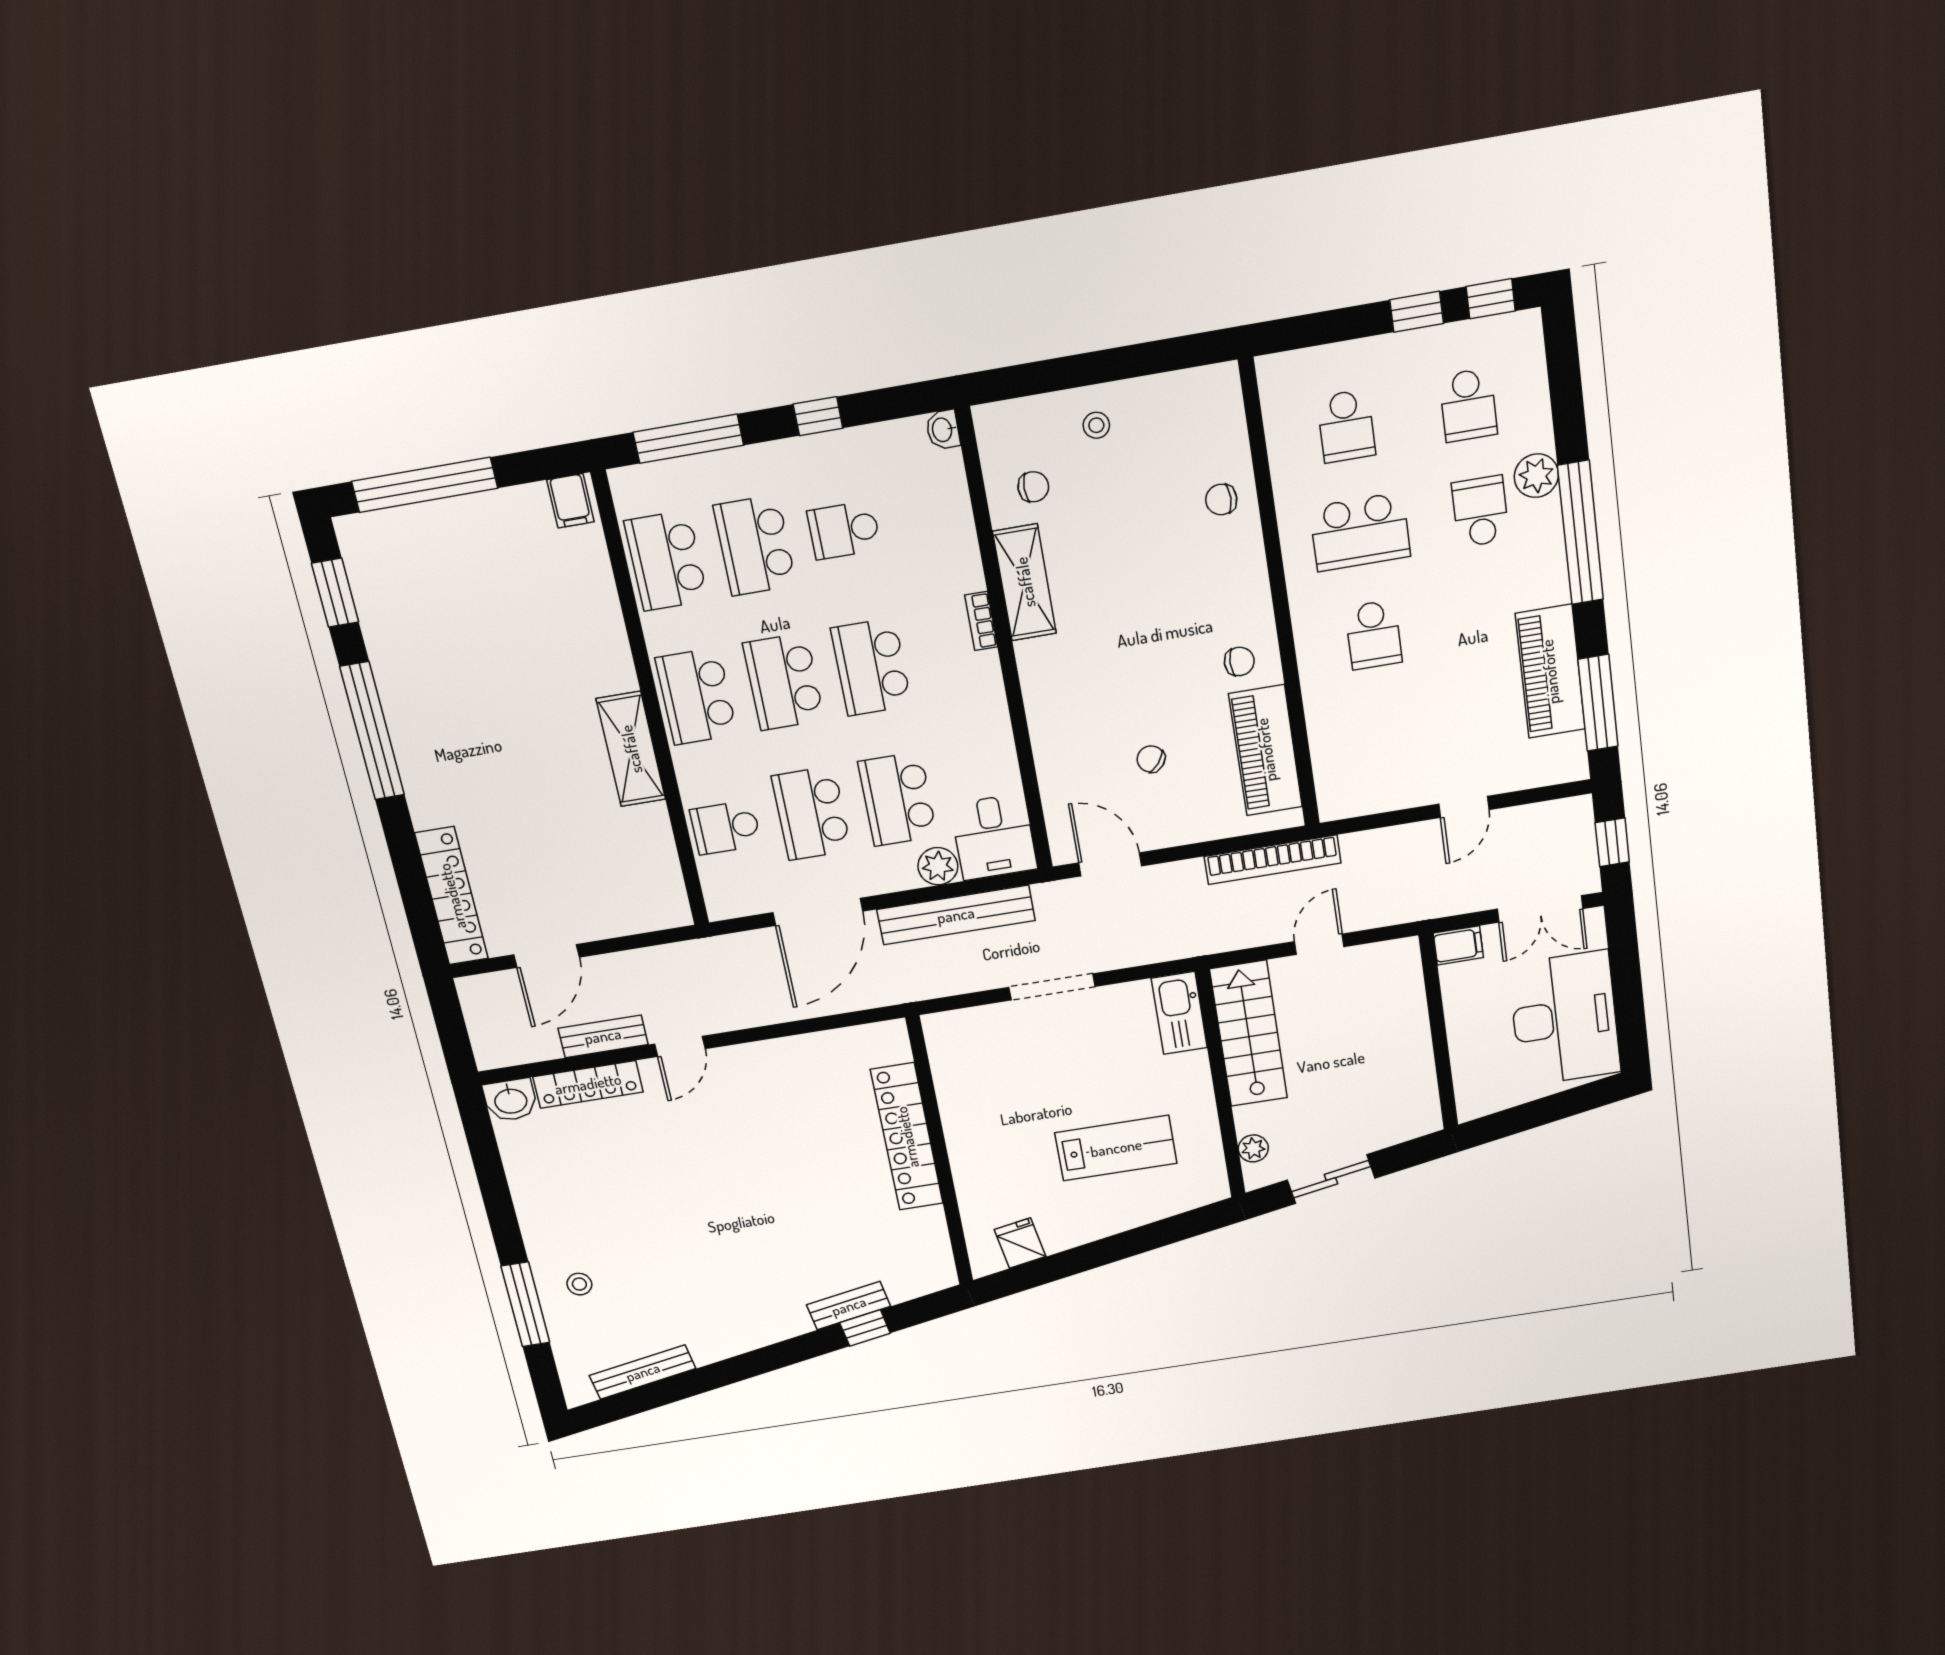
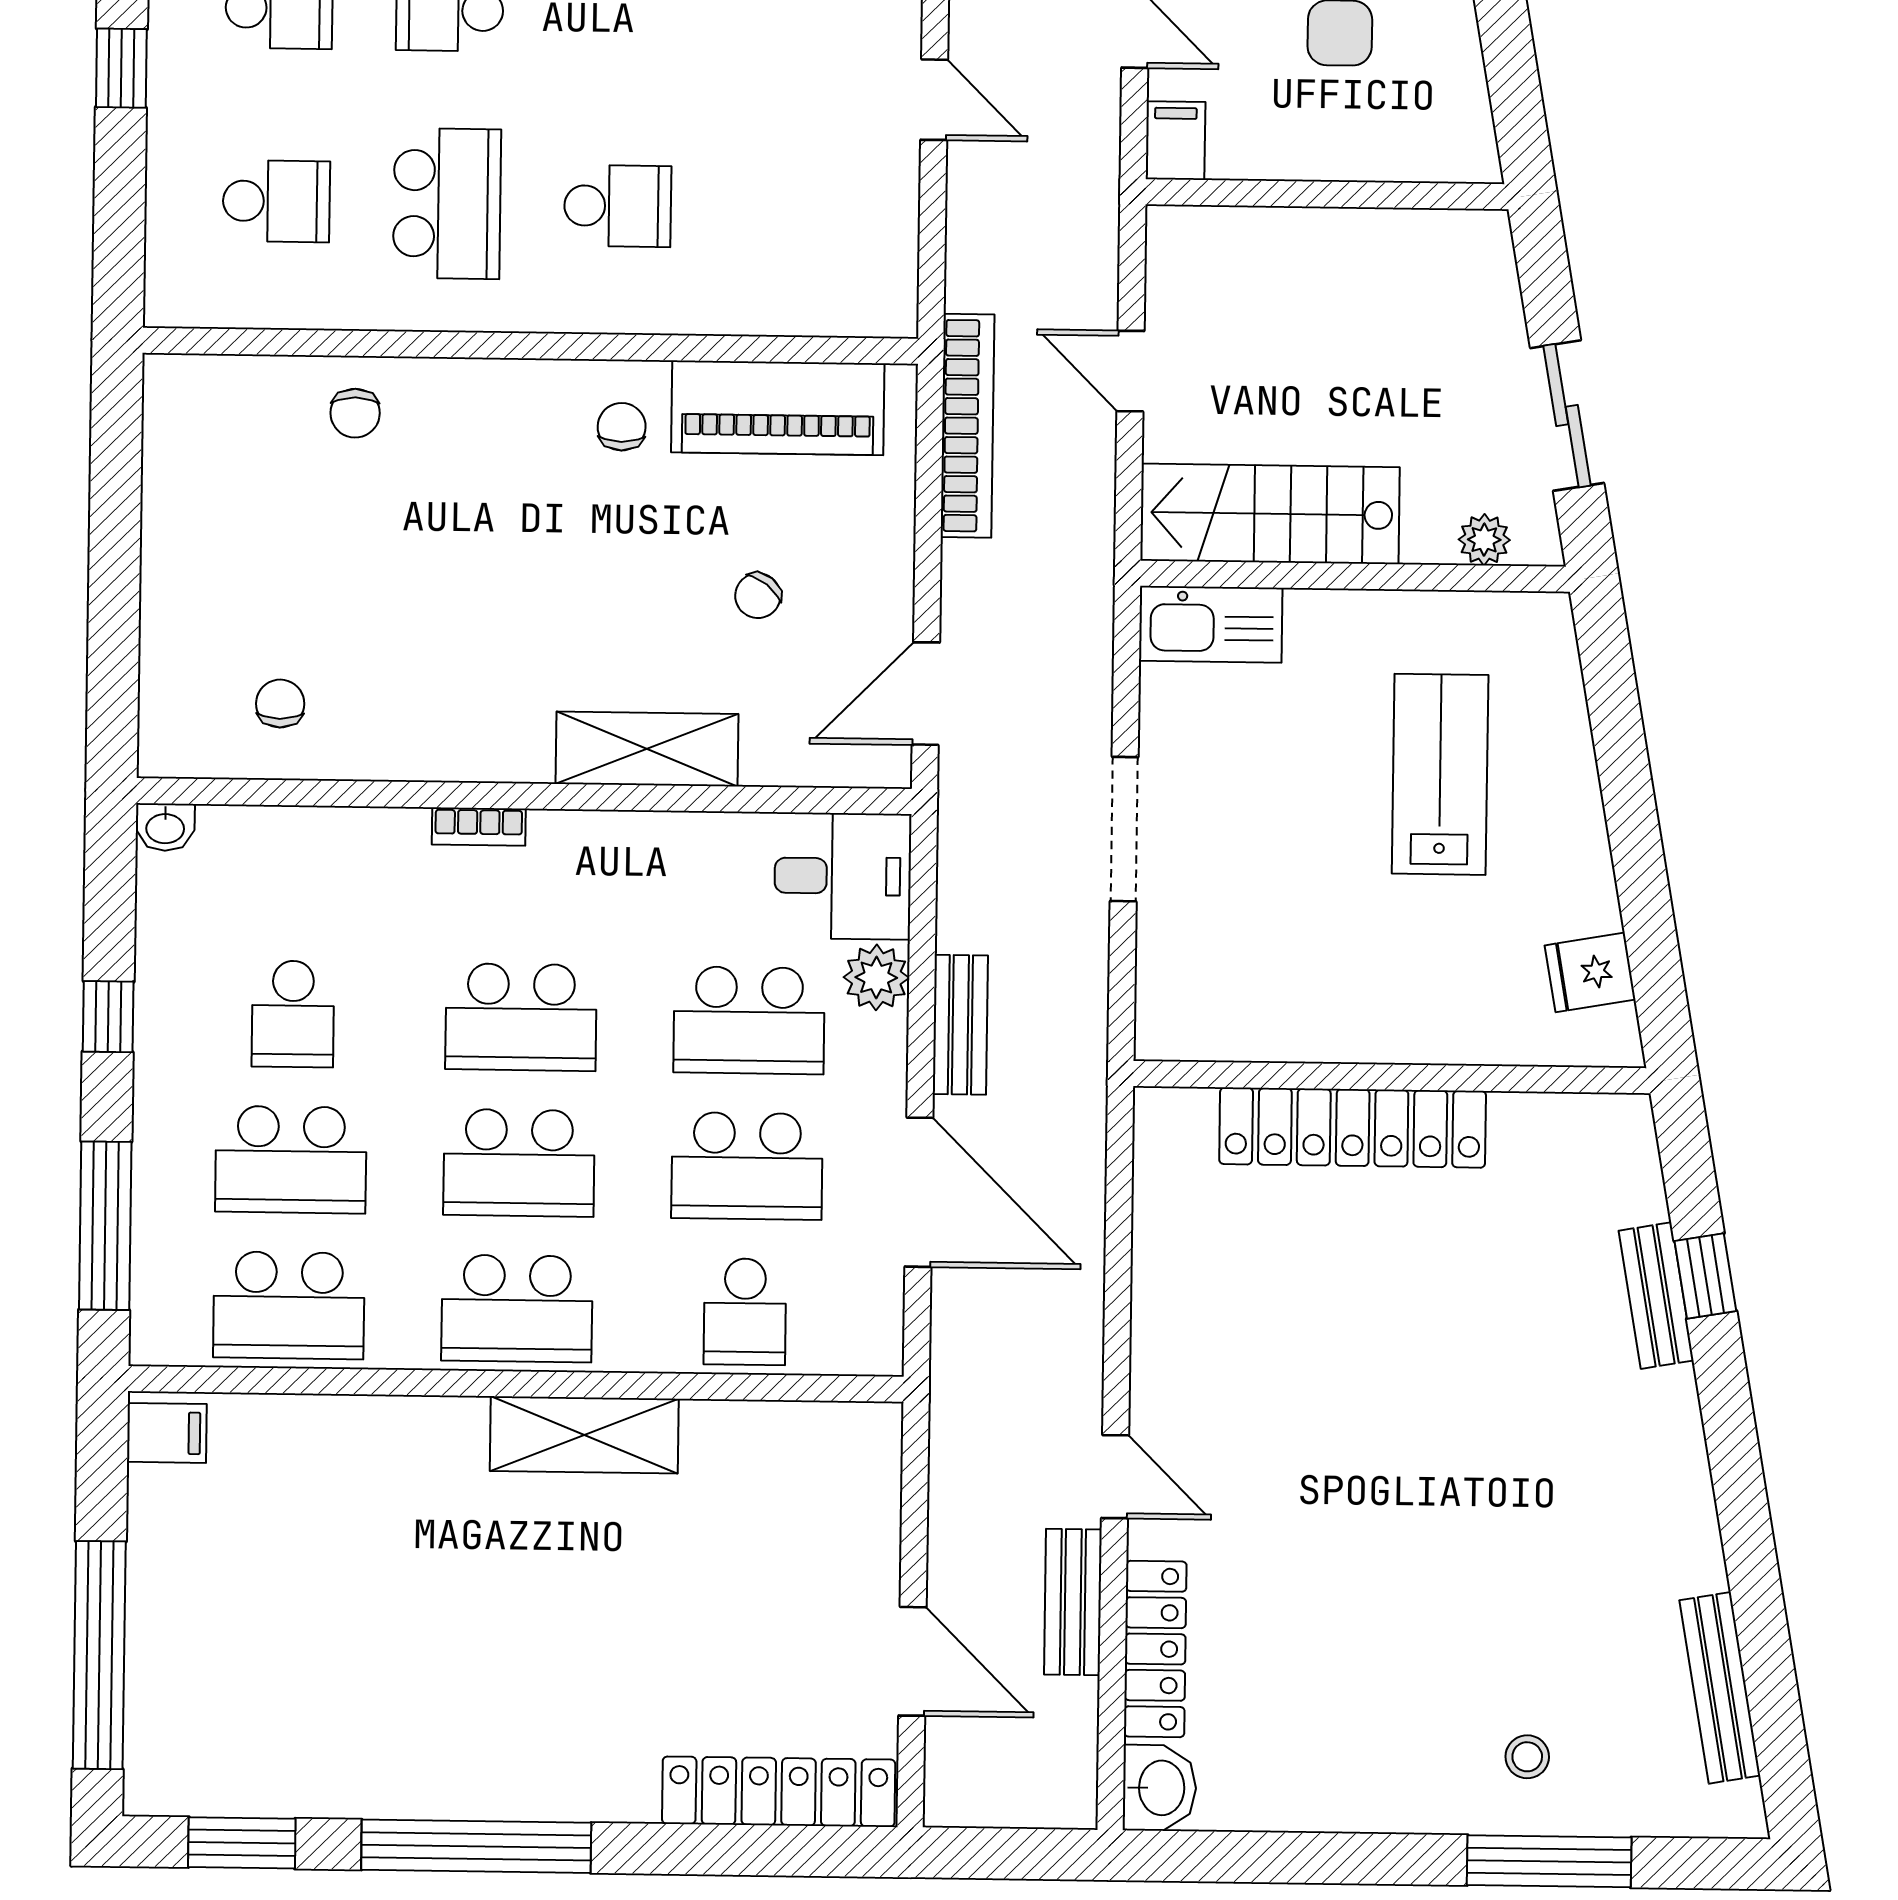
stool: (1096, 425) -> (203, 588), removed
shelving: (1025, 582) -> (647, 749), moved
bench: (956, 915) -> (960, 1025), width x0.54, depth x0.82

